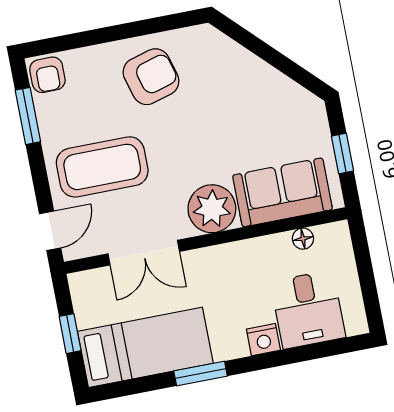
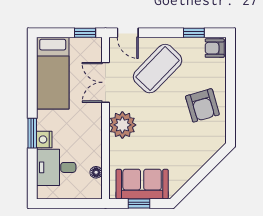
window: (28, 116) -> (194, 33), width x0.67
coffee table: (102, 167) -> (158, 69), turned 44
sofa: (282, 192) -> (142, 184), moved, turned -90
window: (70, 334) -> (85, 33), moved
window: (201, 374) -> (32, 133), moved

